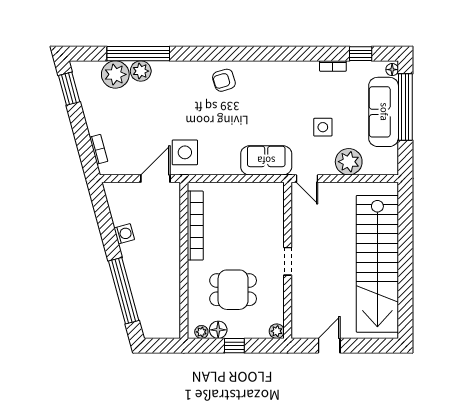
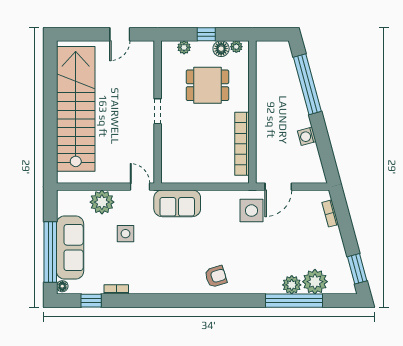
plant: (277, 331) -> (184, 47), moved

